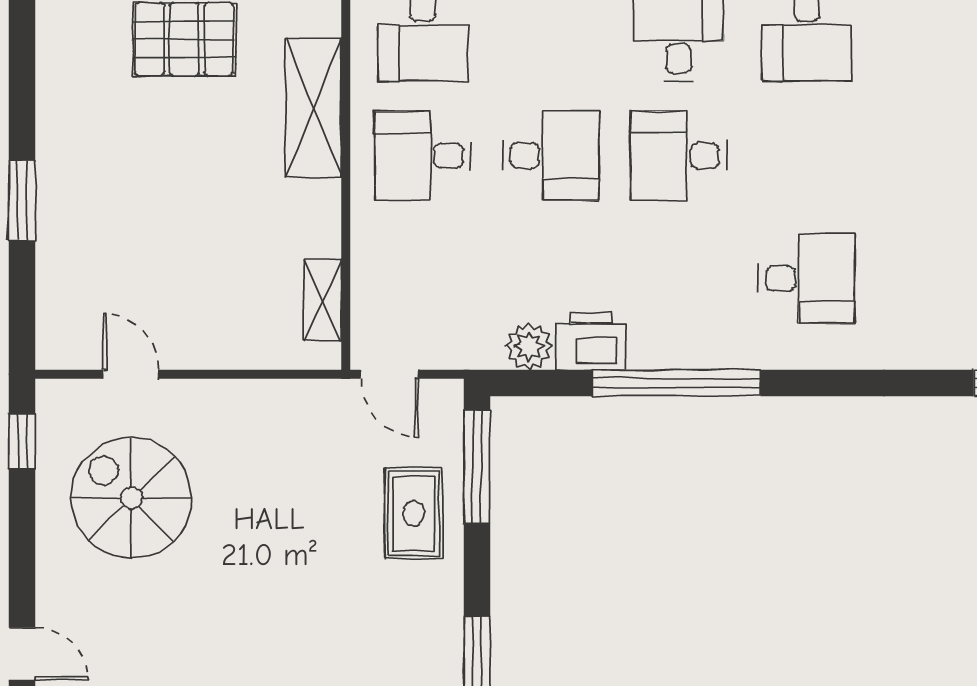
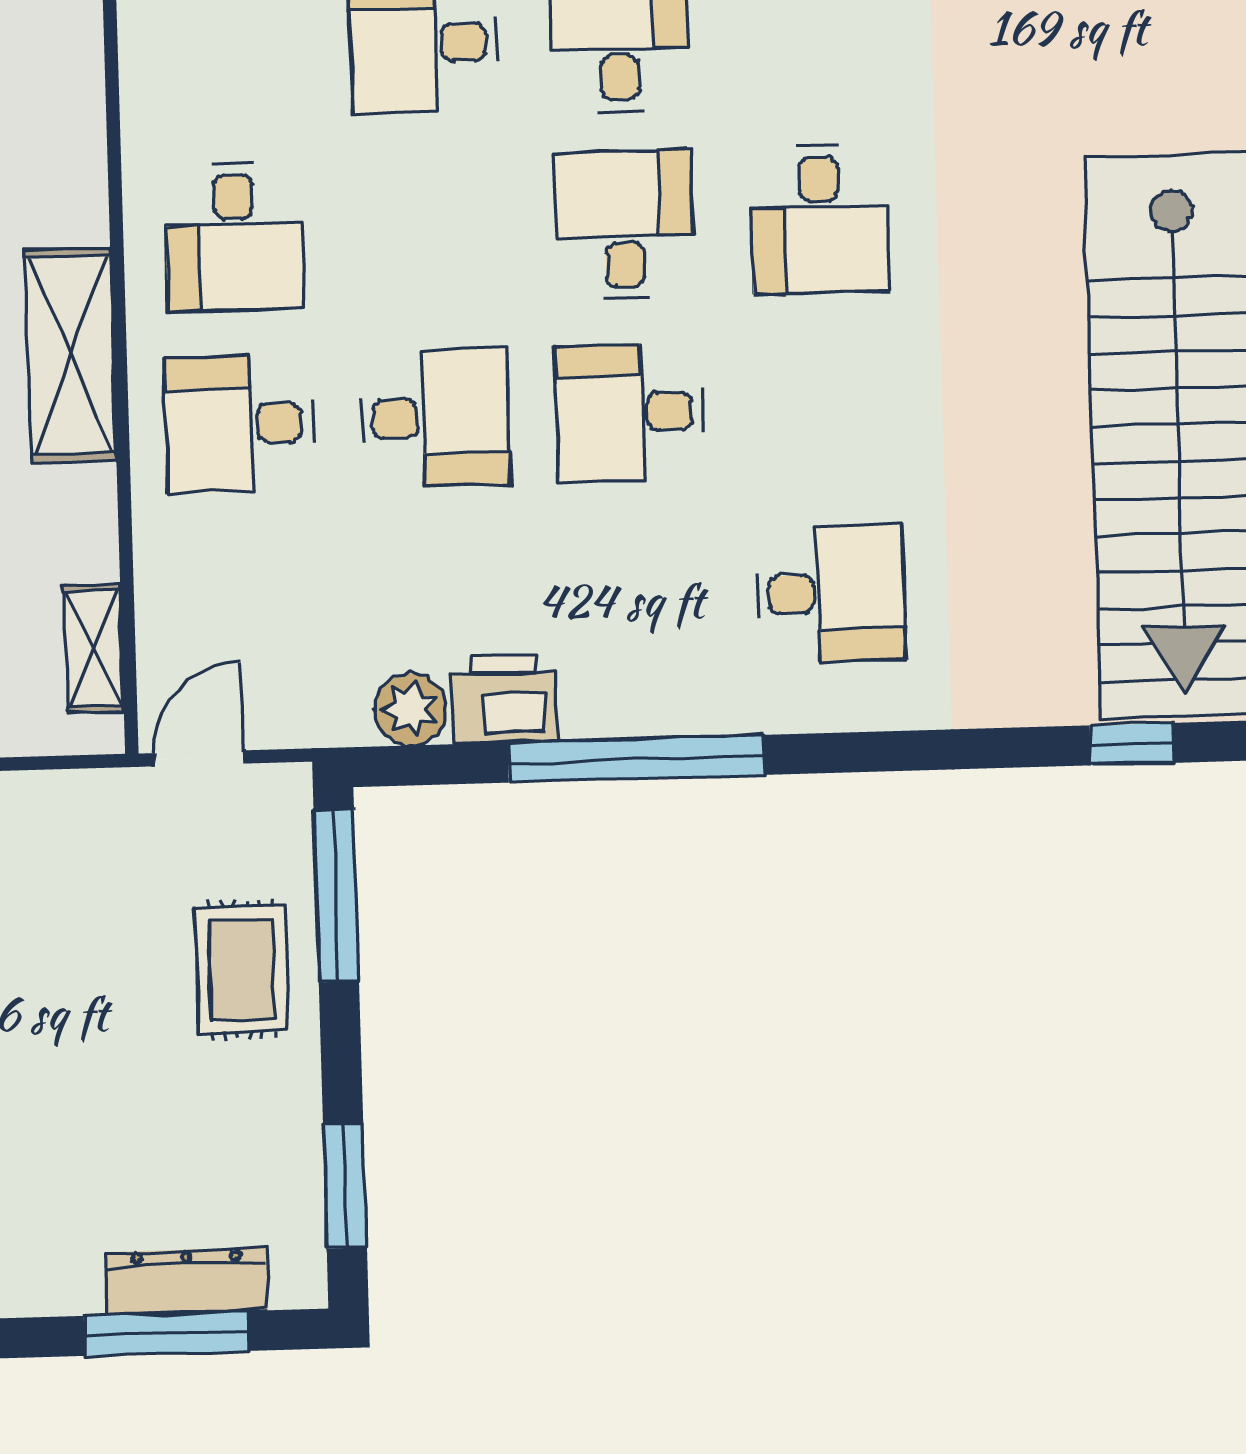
door: (390, 374) -> (199, 758), swing flipped

